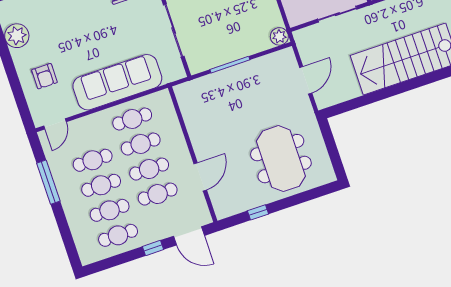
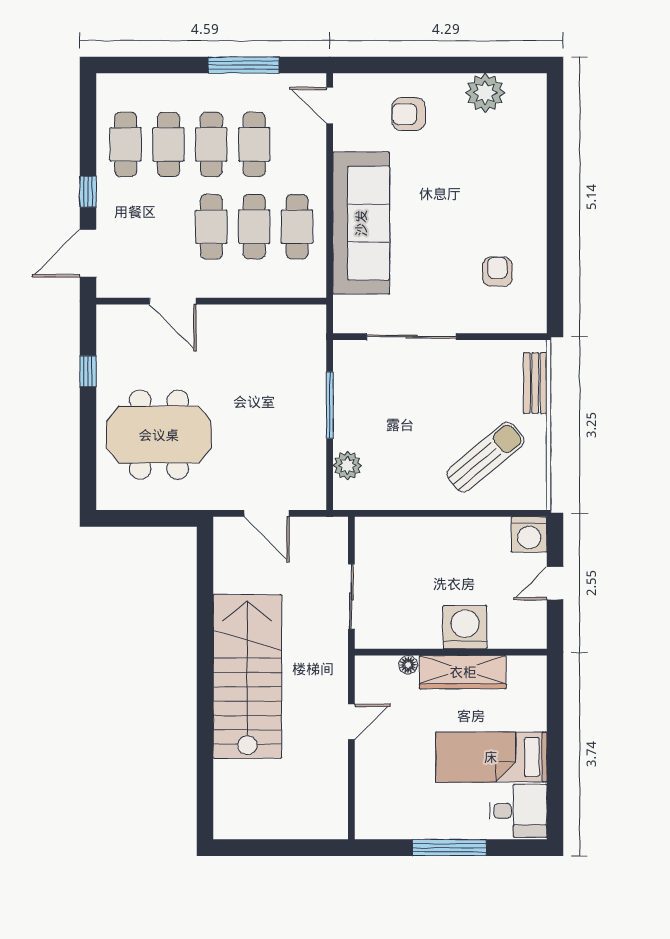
plant: (279, 36) -> (347, 466), moved
cafe table: (158, 194) -> (168, 227), removed

